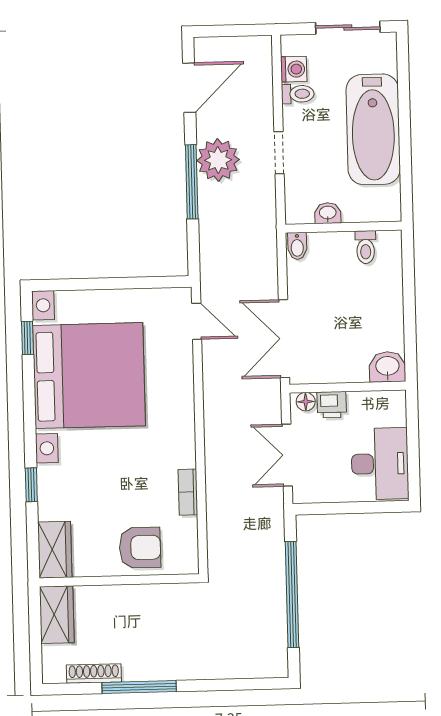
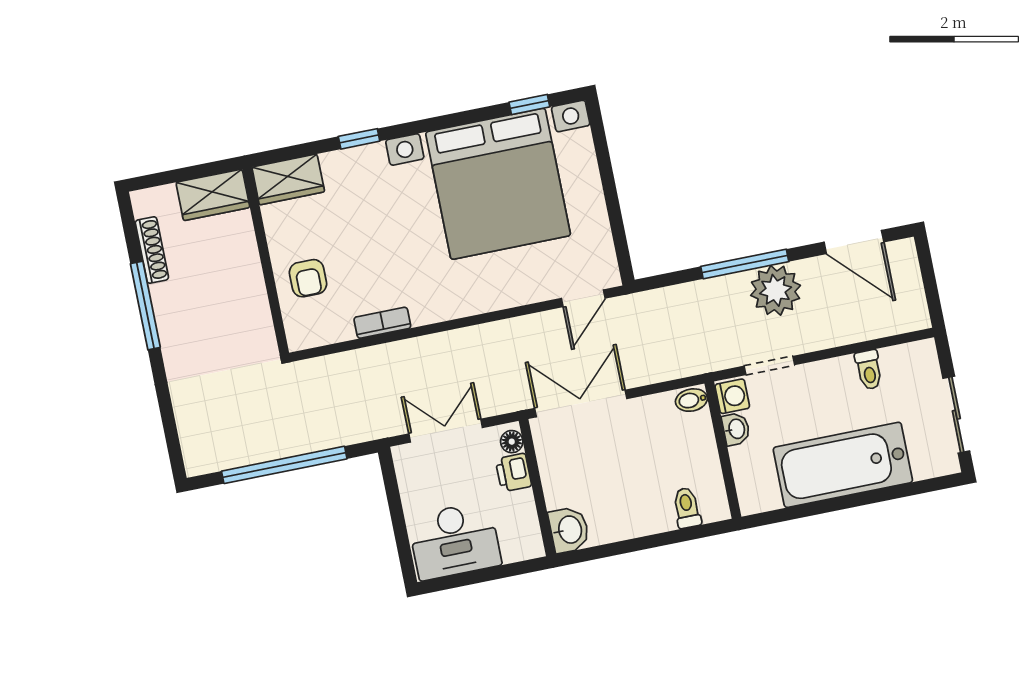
washing machine: (294, 69) -> (732, 396), moved, turned -90
doorway: (279, 153) -> (769, 365), moved
toilet: (366, 247) -> (687, 508), moved, turned 90
armchair: (140, 548) -> (308, 278), width x0.72, depth x0.72

